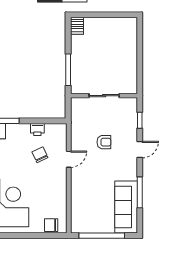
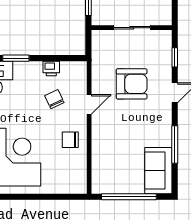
armchair: (104, 142) -> (132, 84), width x1.88, depth x1.88
sofa: (126, 207) -> (158, 171), width x0.73
chair: (51, 225) -> (70, 140), moved

